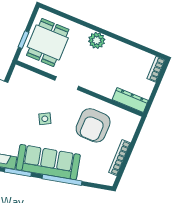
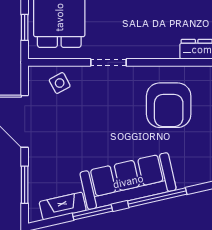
side table: (45, 119) -> (60, 83), moved

